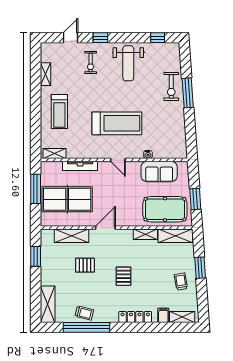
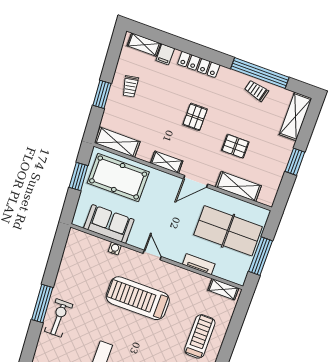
tv unit: (80, 166) -> (199, 264), width x0.71
shelving: (145, 234) -> (167, 162), moved
window: (36, 256) -> (295, 162), moved

